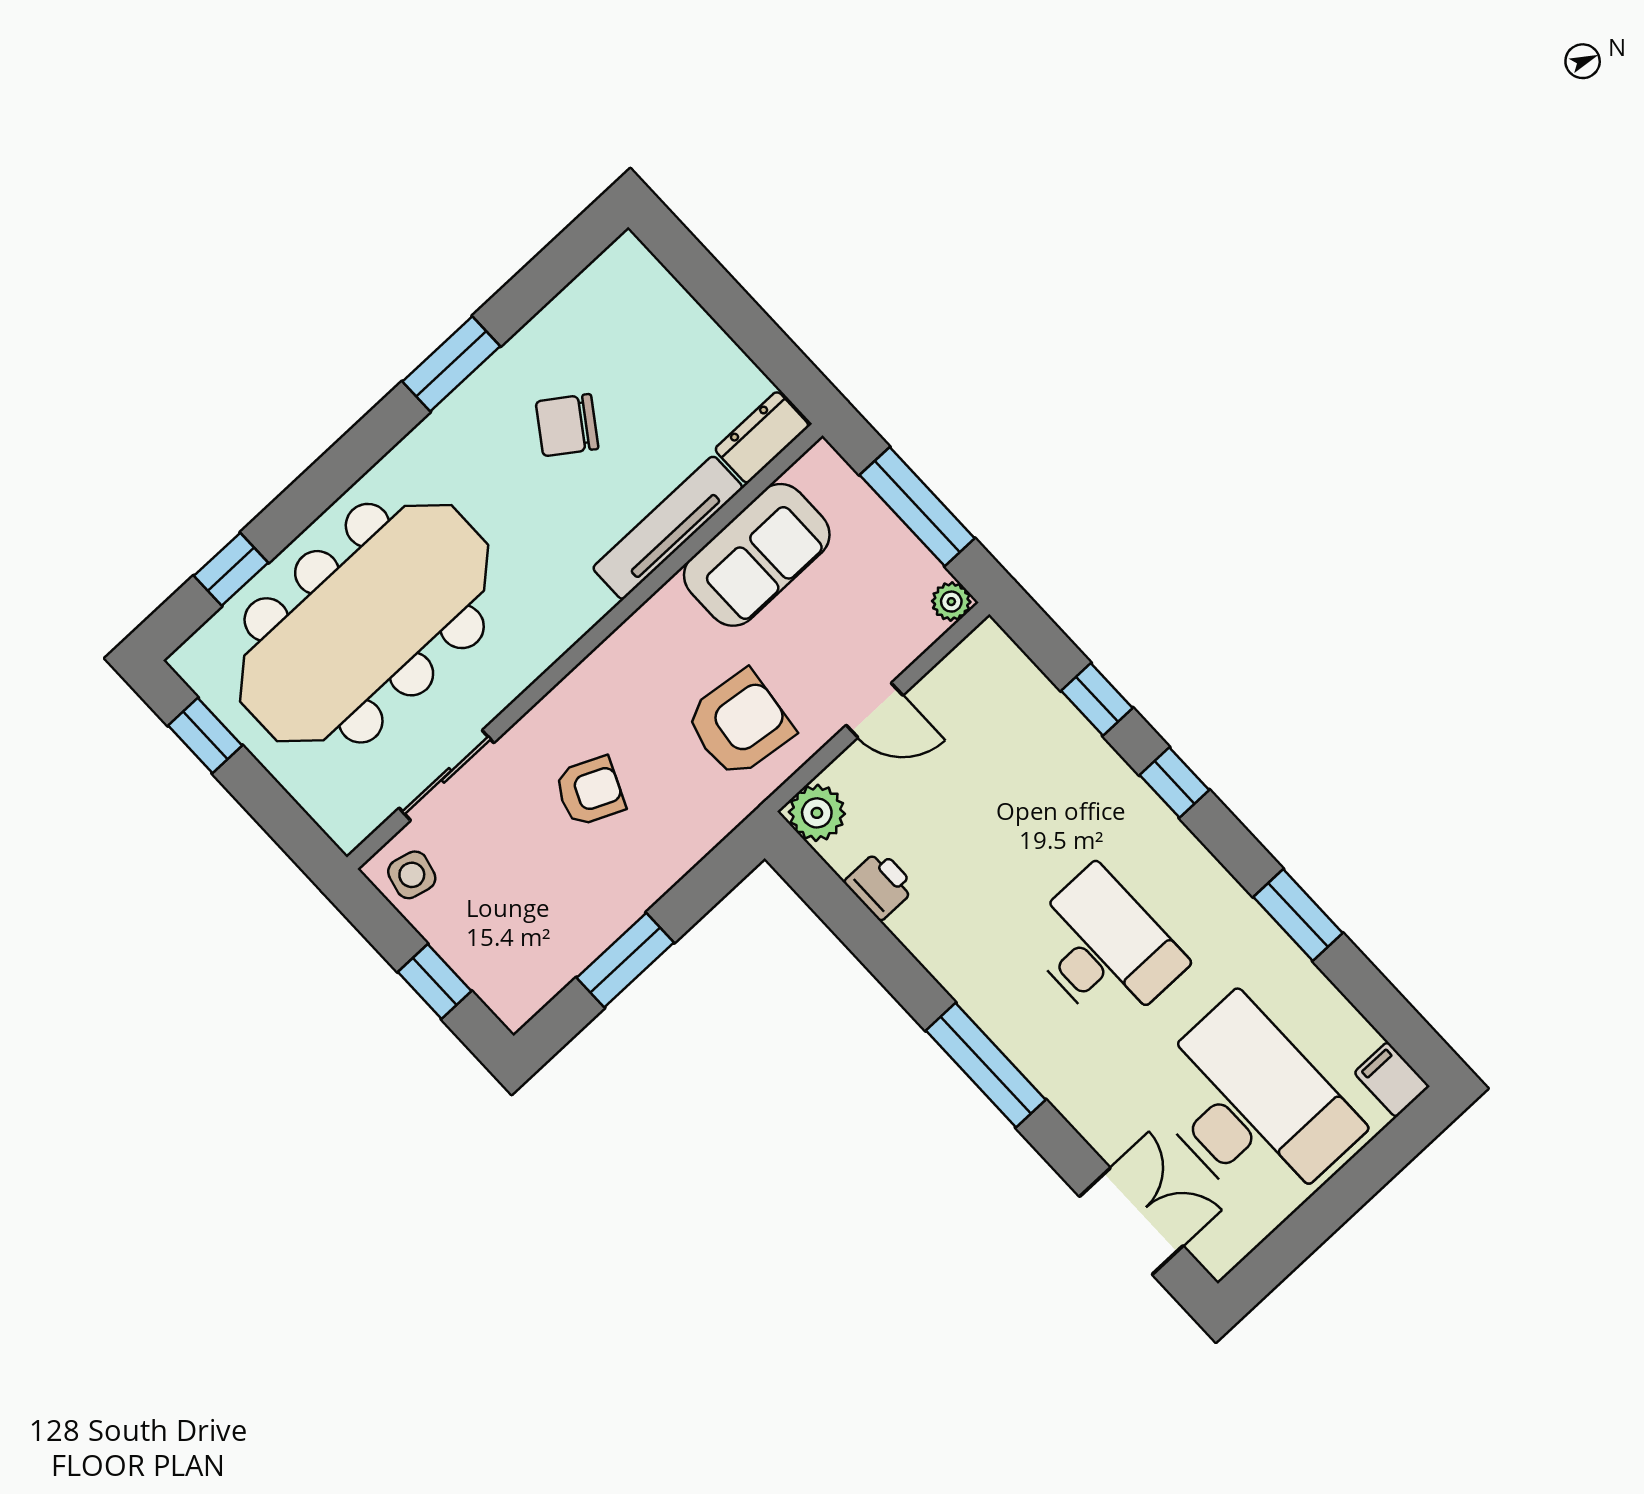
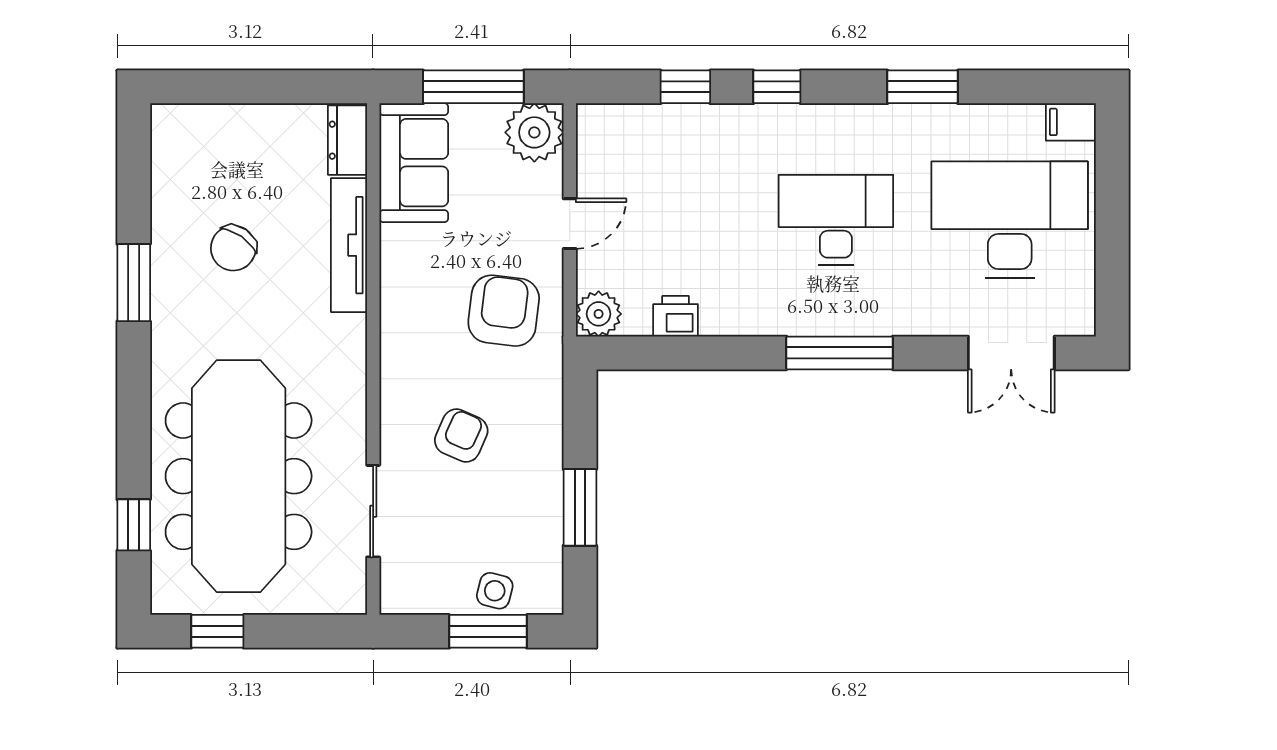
sofa: (757, 555) -> (414, 163), moved
plant: (951, 602) -> (534, 132), width x1.88, depth x1.88
side table: (412, 875) -> (495, 591), moved
window: (435, 982) -> (488, 631), width x1.50
double door: (1131, 1221) -> (1011, 353), swing flipped

